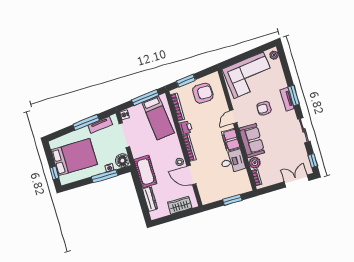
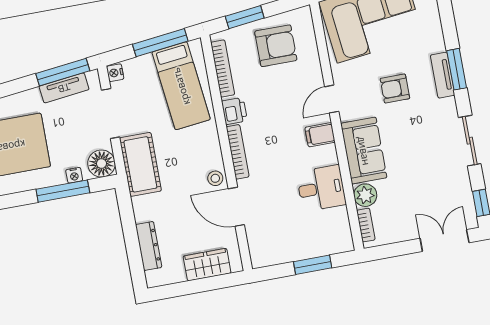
window: (86, 122) -> (63, 72), moved
filing cabinet: (231, 140) -> (320, 135), width x0.50
cot: (145, 172) -> (140, 164), moved

